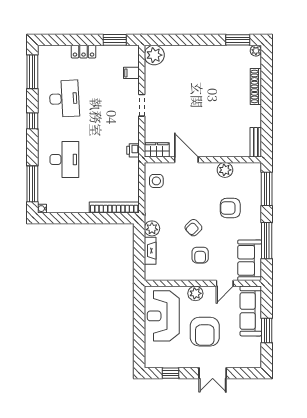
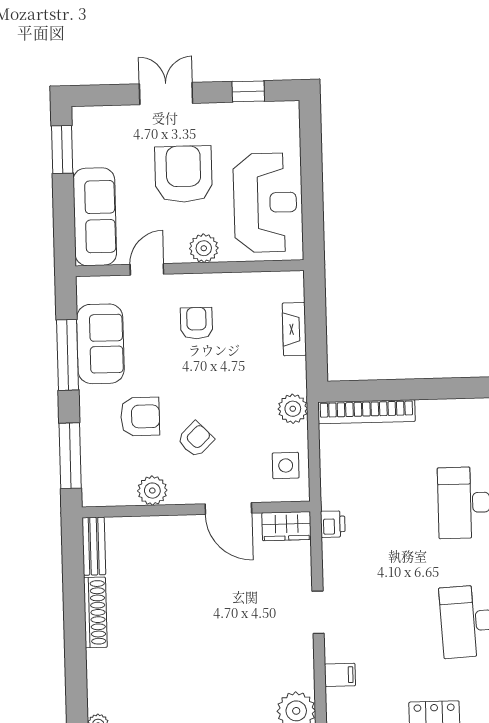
shoe rack: (256, 86) -> (95, 612), moved
plant: (152, 228) -> (293, 409), moved
armchair: (193, 228) -> (196, 439), moved
sofa: (250, 260) -> (100, 344), moved
window: (267, 331) -> (62, 149), moved

